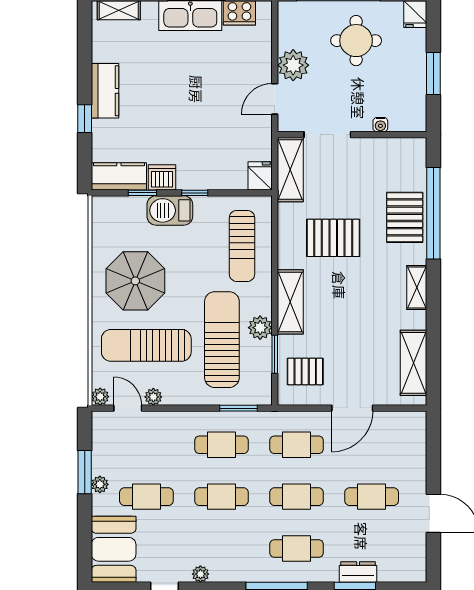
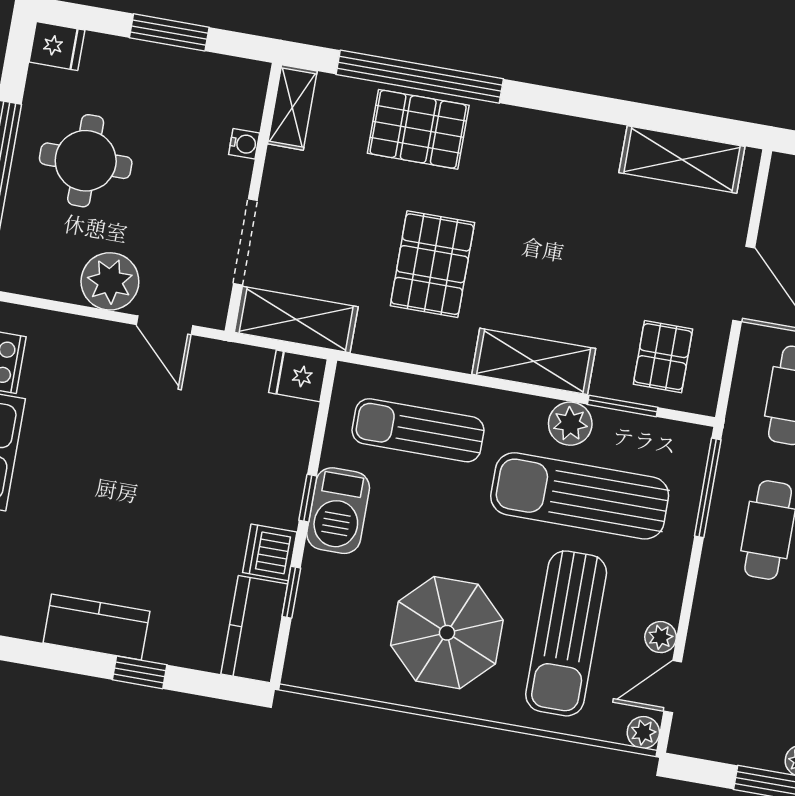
barbecue: (170, 210) -> (338, 511), moved
sun lounger: (242, 246) -> (418, 430), turned 180
shelving: (417, 288) -> (292, 107), moved, turned 90
window: (238, 408) -> (708, 488), width x1.44

